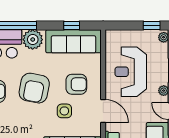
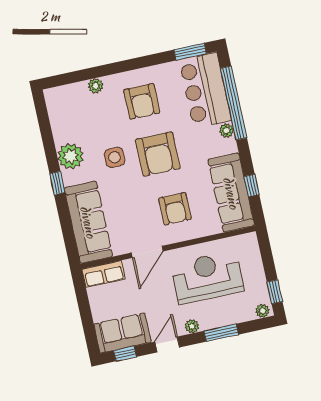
plant: (33, 40) -> (227, 131), width x0.53, depth x0.53
armchair: (34, 88) -> (158, 154), turned -101
side table: (64, 111) -> (115, 157), moved

